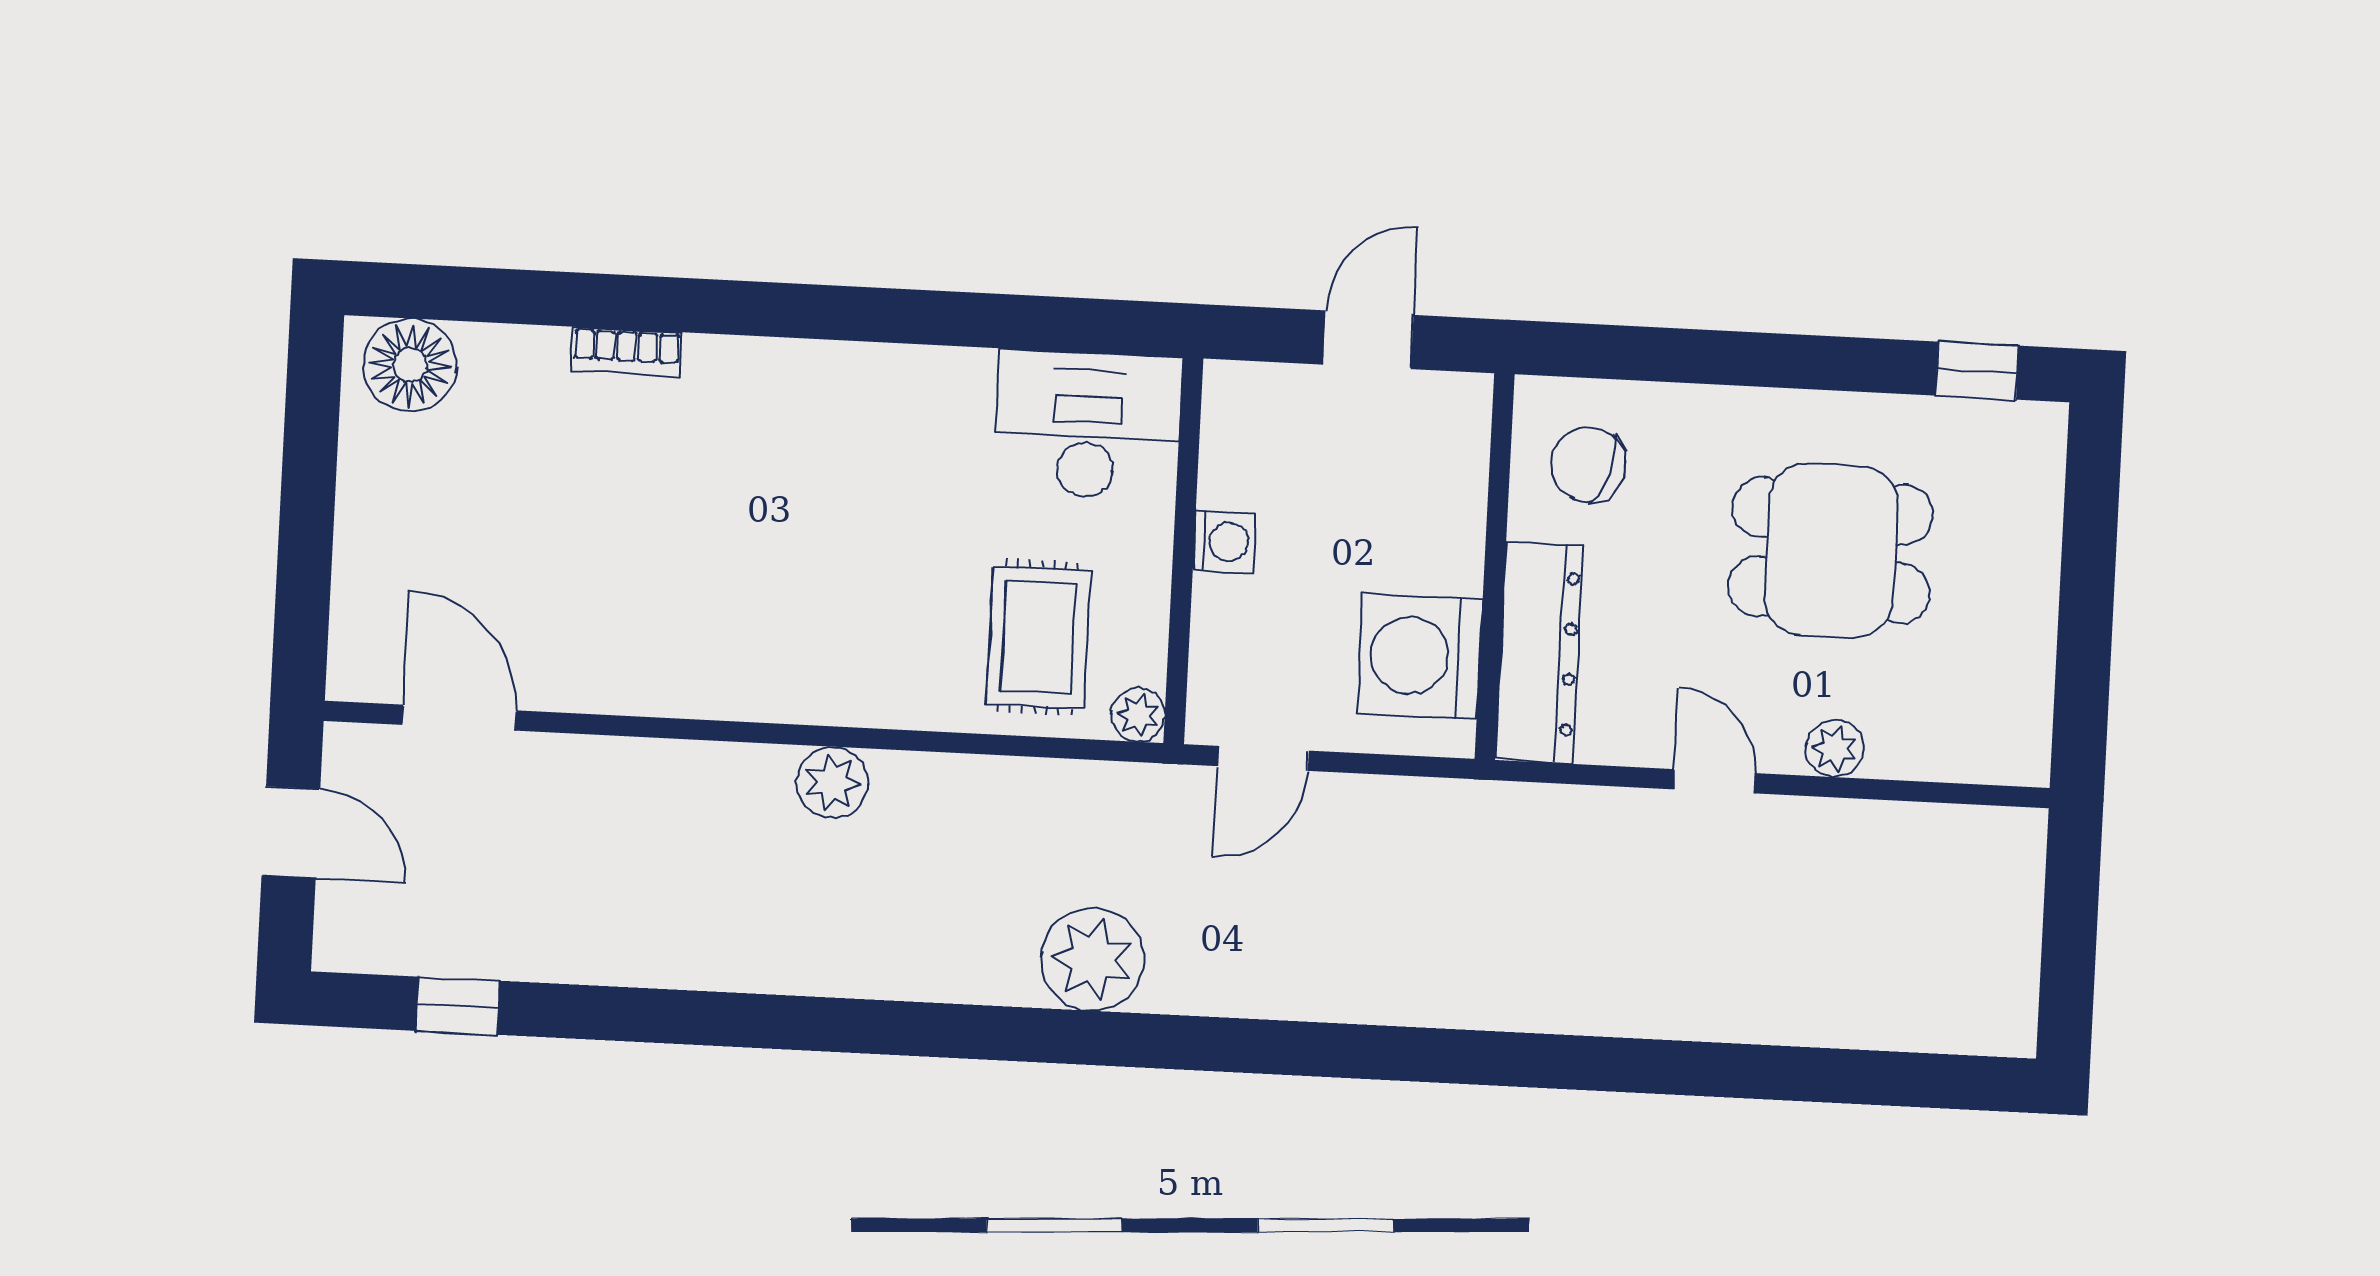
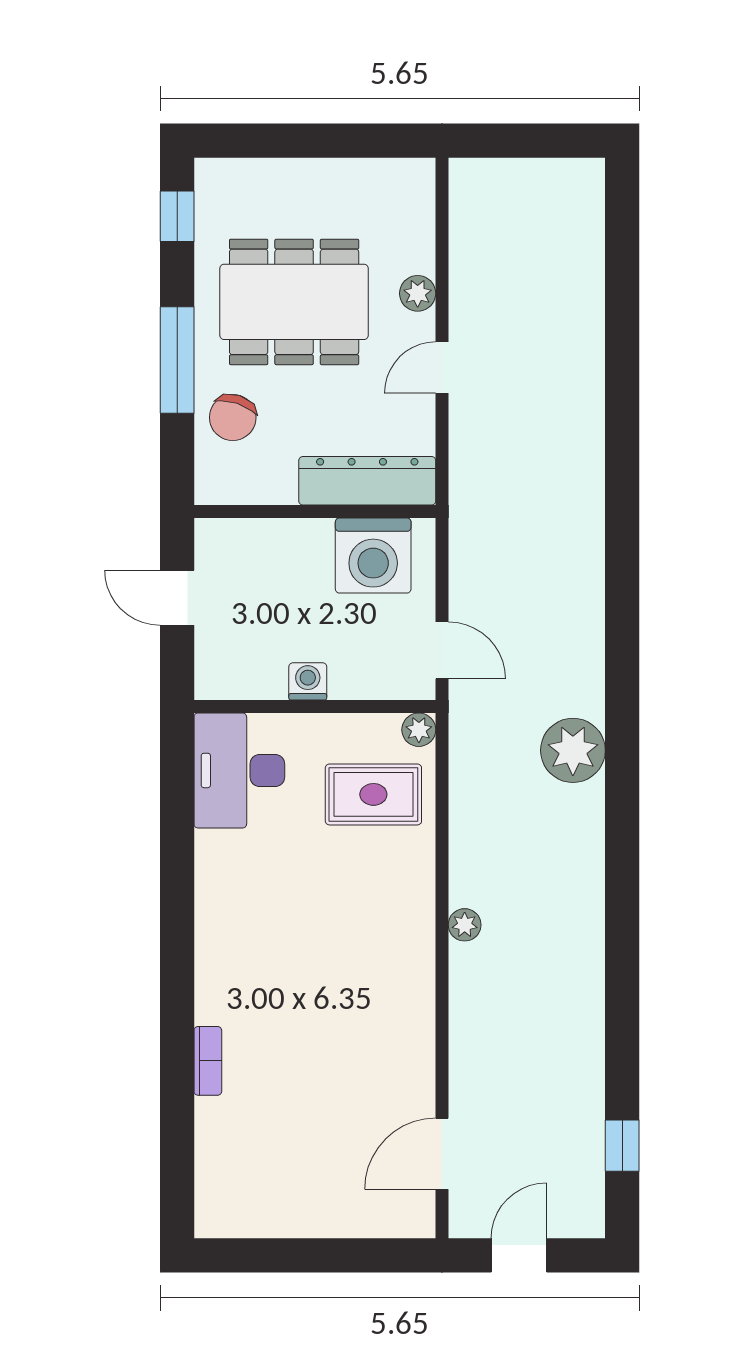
window: (1748, 359) -> (177, 360), added
floor lamp: (410, 365) -> (223, 1196), removed
chair: (1588, 464) -> (233, 417), moved
dining table: (1831, 550) -> (294, 302), width x1.38
plant: (832, 783) -> (465, 925), width x0.73, depth x0.73

